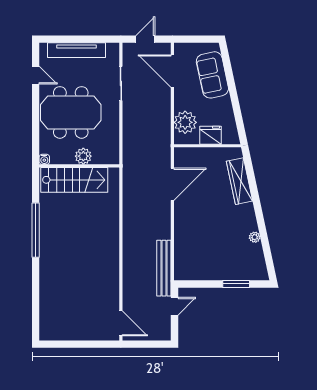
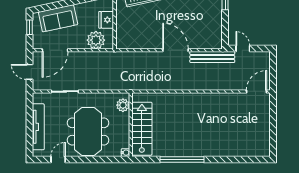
window: (201, 39) -> (29, 27), added
plant: (83, 156) -> (123, 105), moved
door: (172, 184) -> (176, 50), moved

